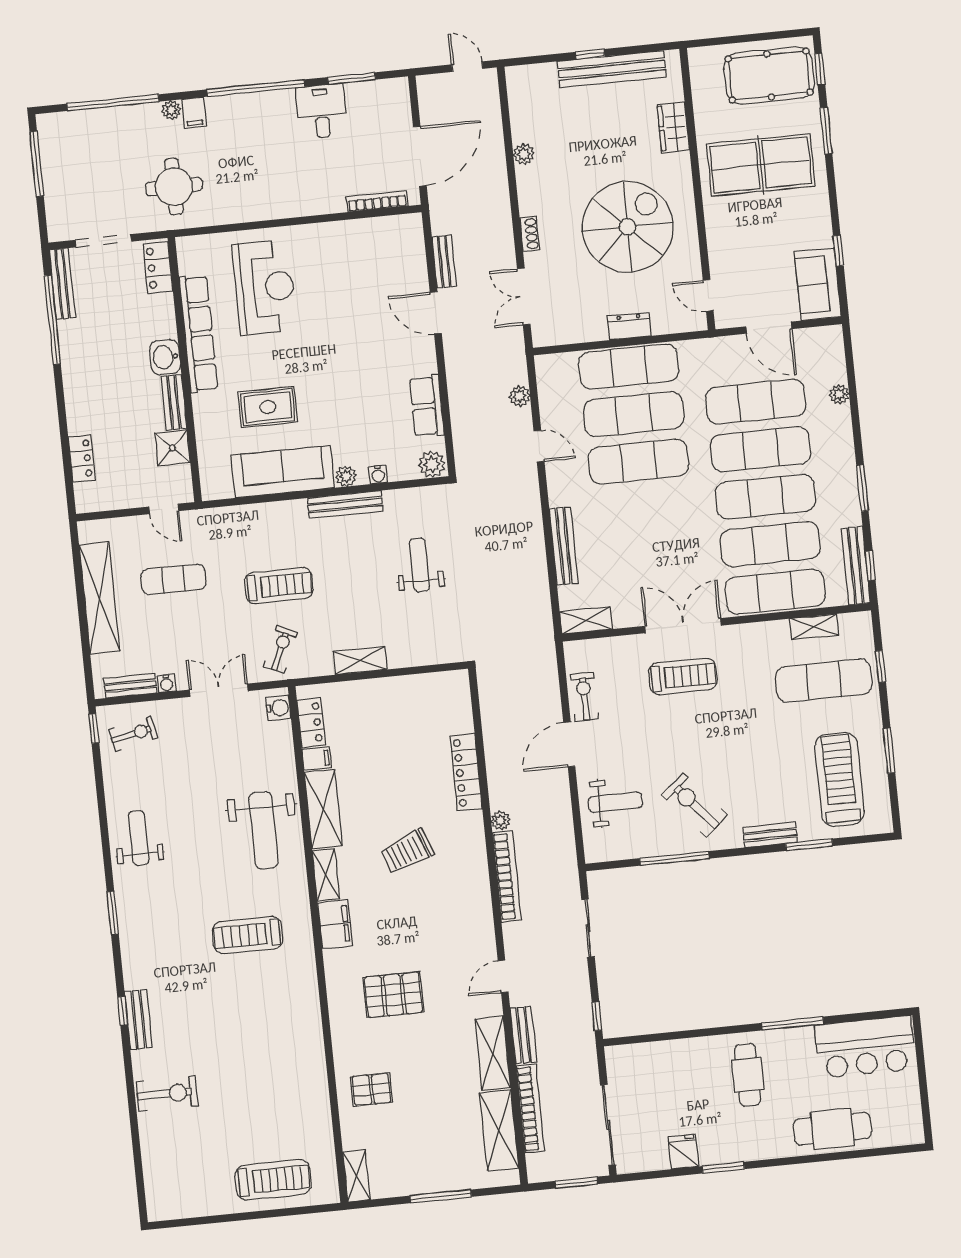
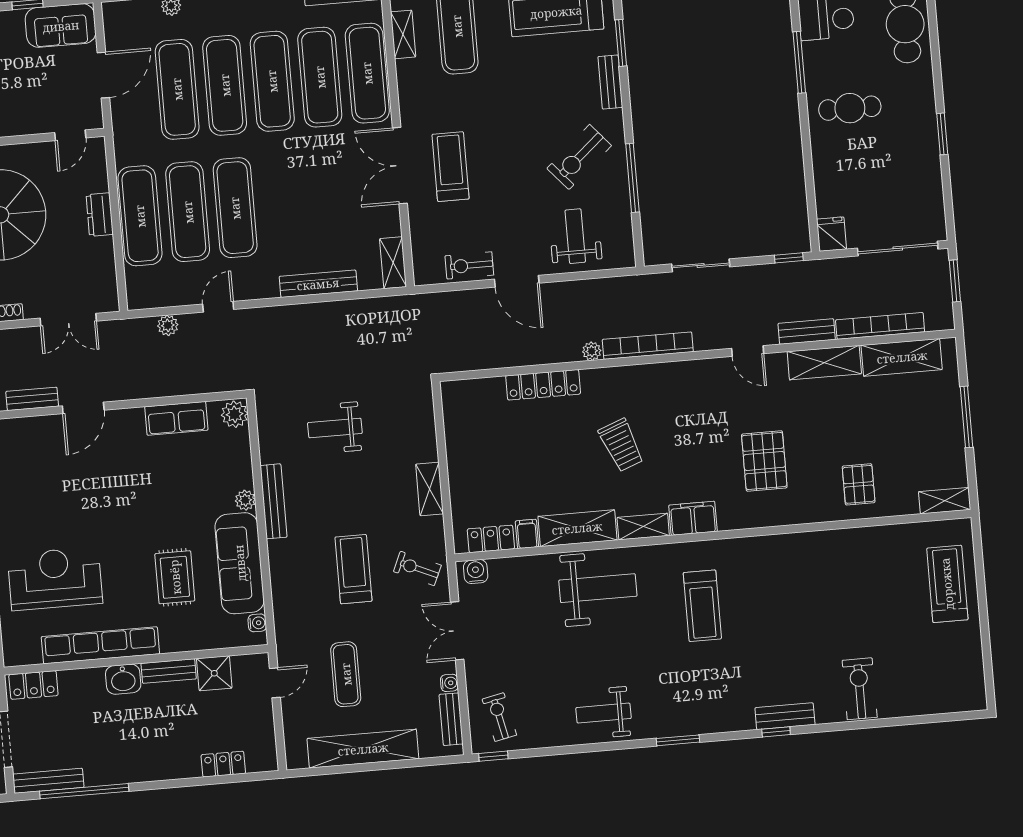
water cooler: (378, 474) -> (257, 623), moved
fridge: (683, 1152) -> (831, 234), moved, turned 90

